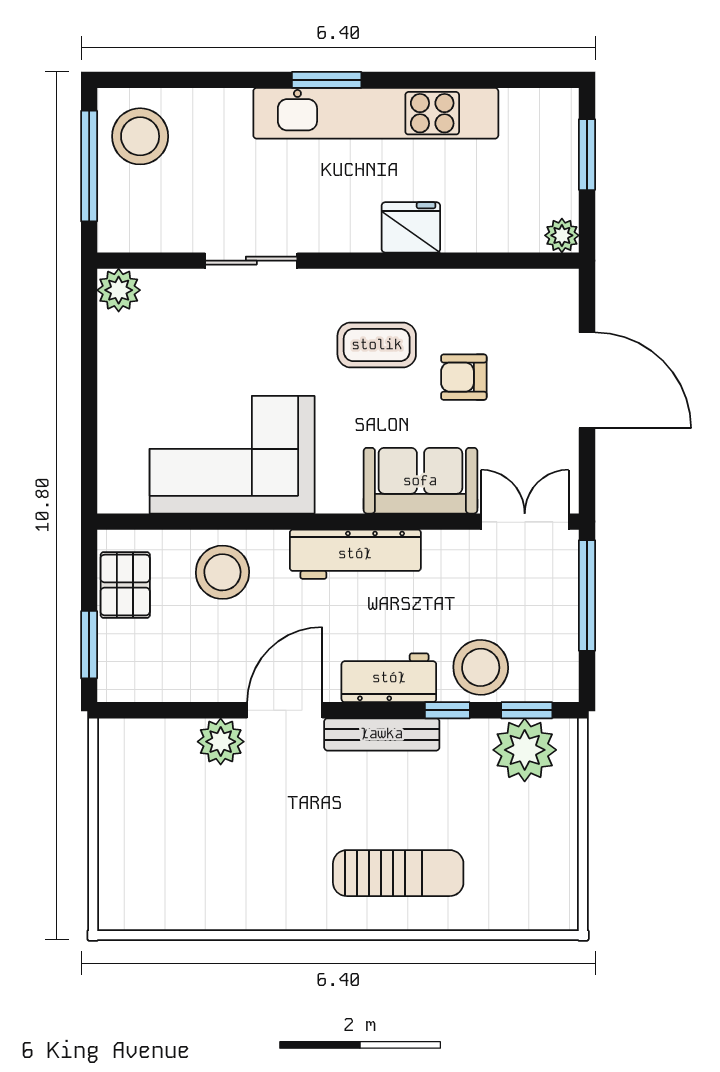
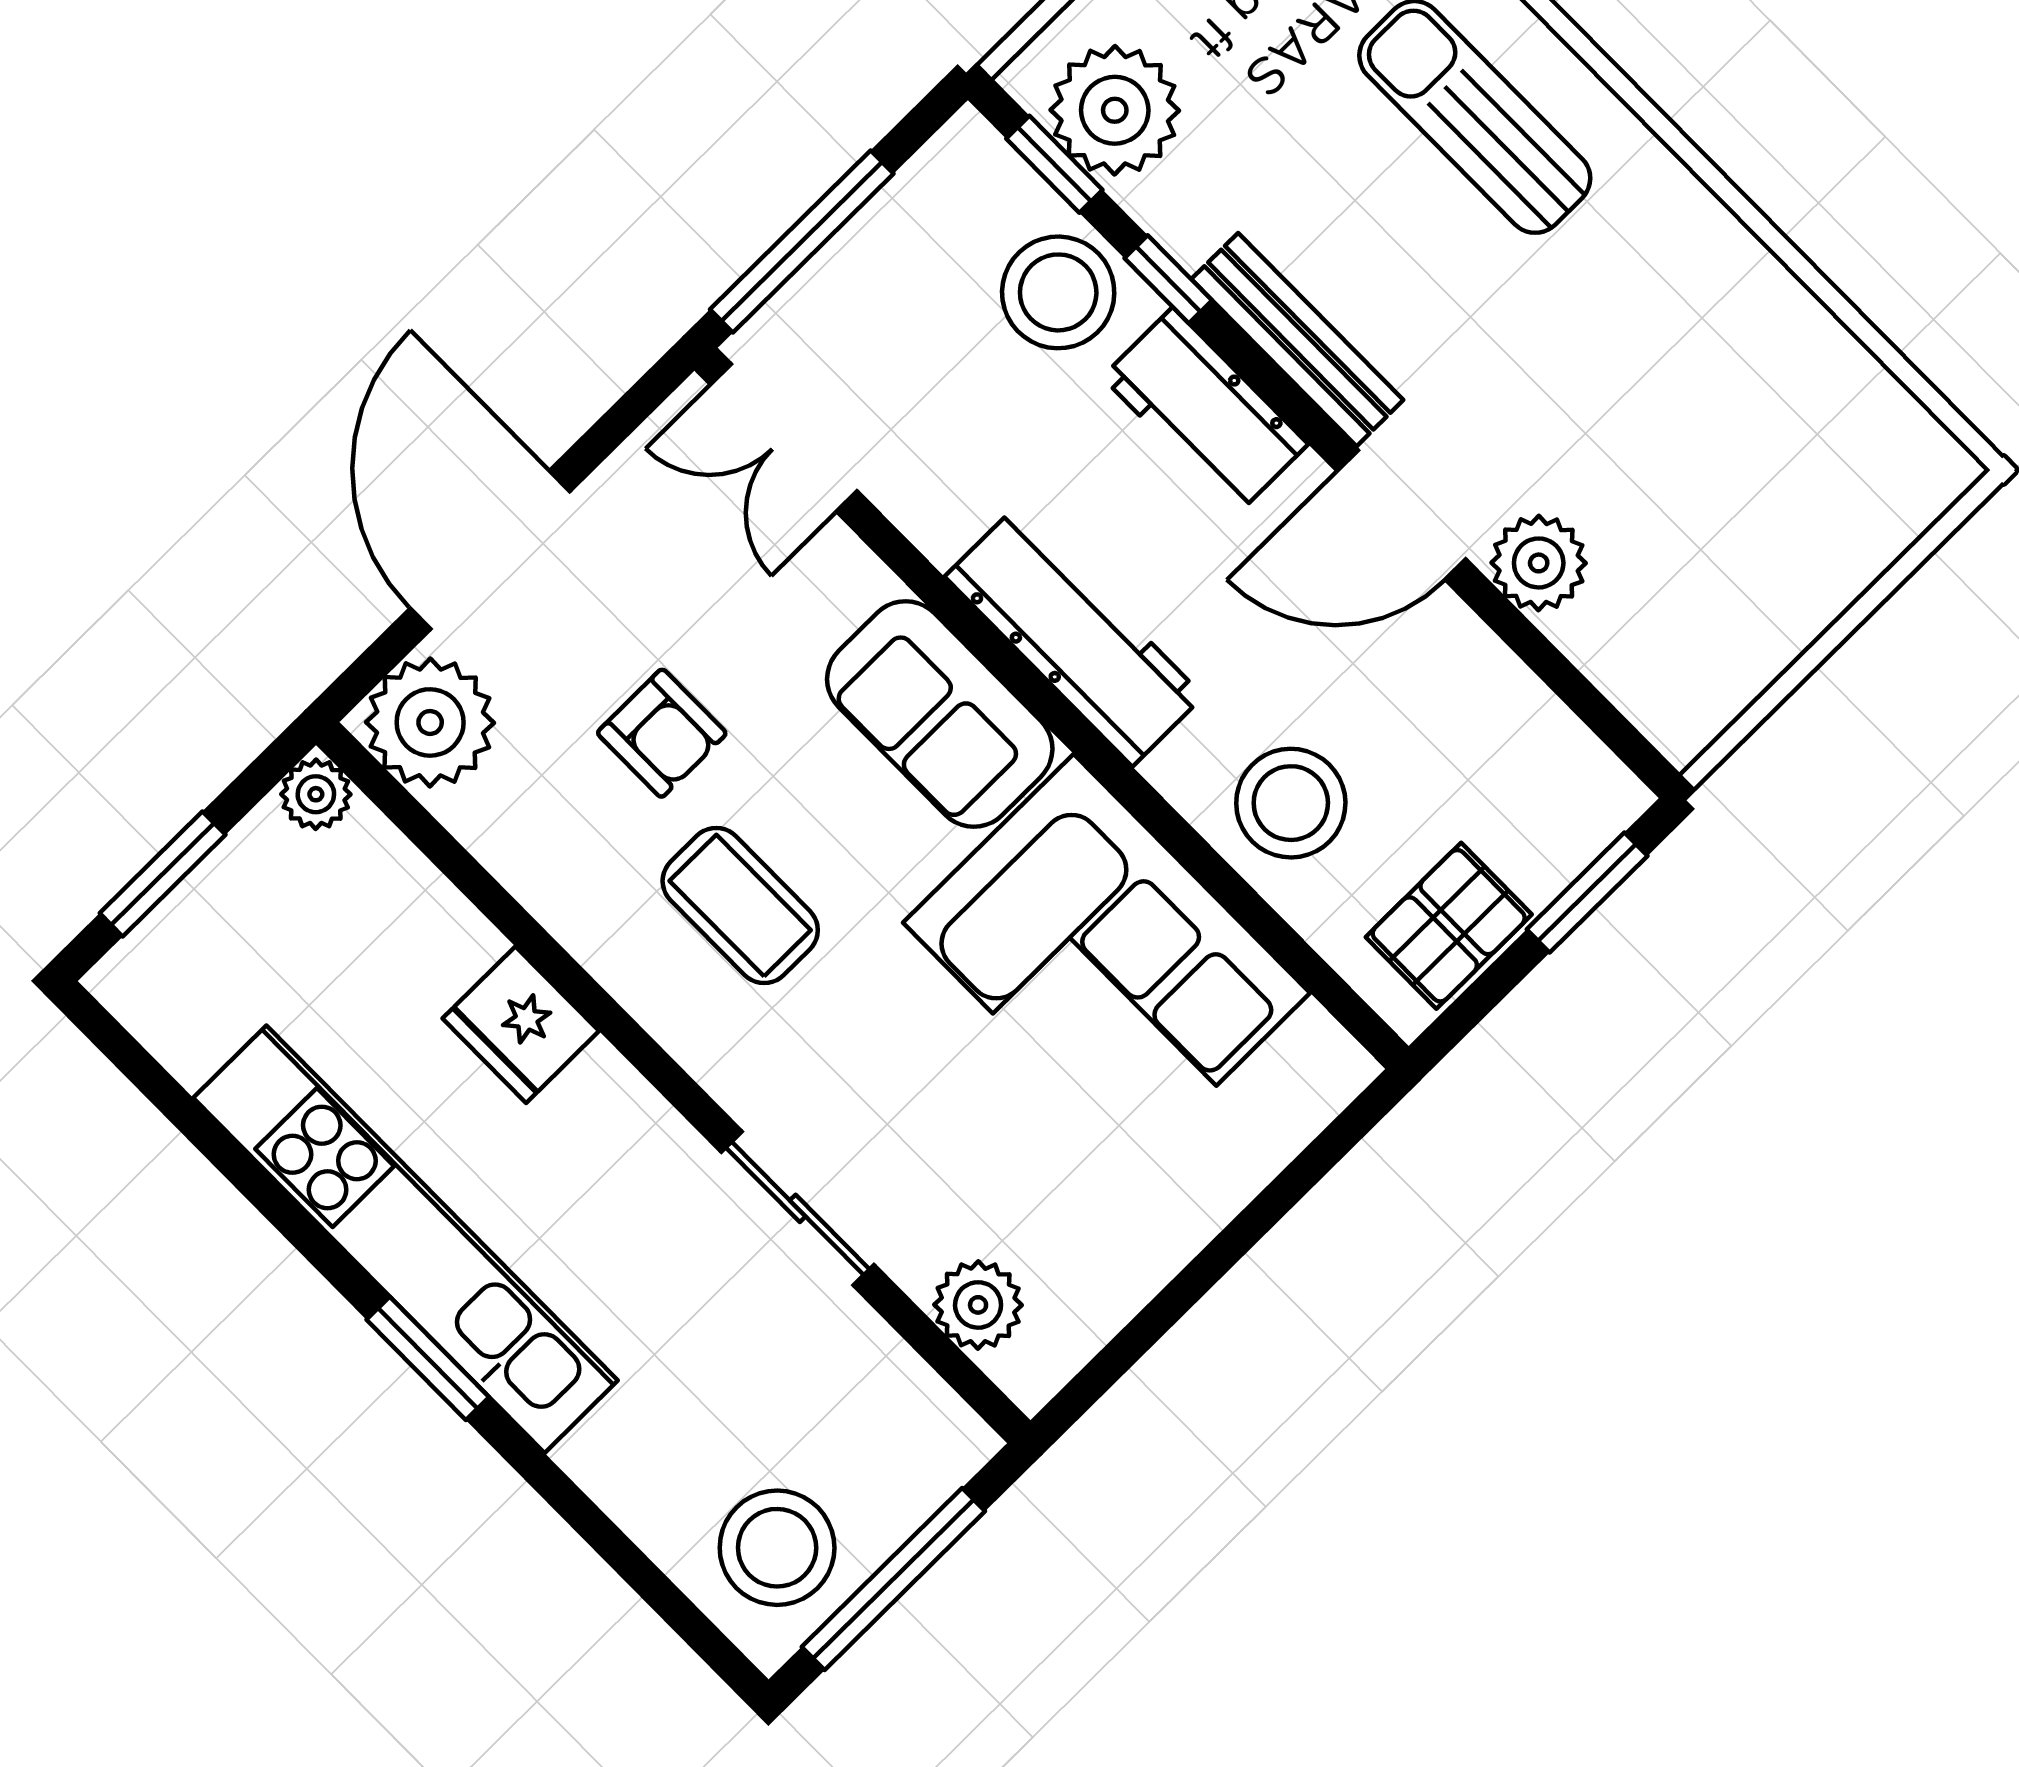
plant: (119, 290) -> (978, 1305), moved
plant: (547, 300) -> (430, 722), added
sofa: (420, 481) -> (940, 714), moved

